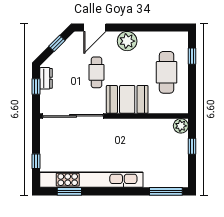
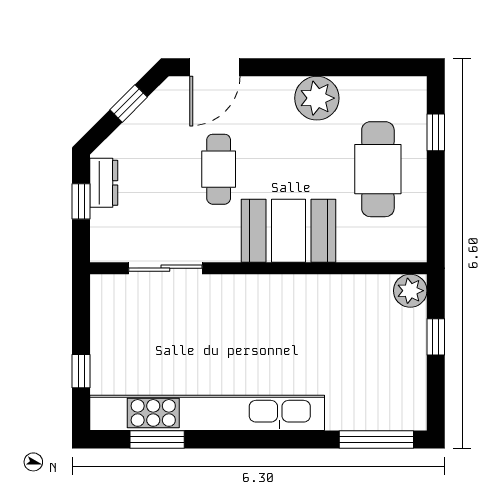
plant: (127, 41) -> (317, 98), moved
sliding door: (73, 116) -> (165, 268), width x0.54

